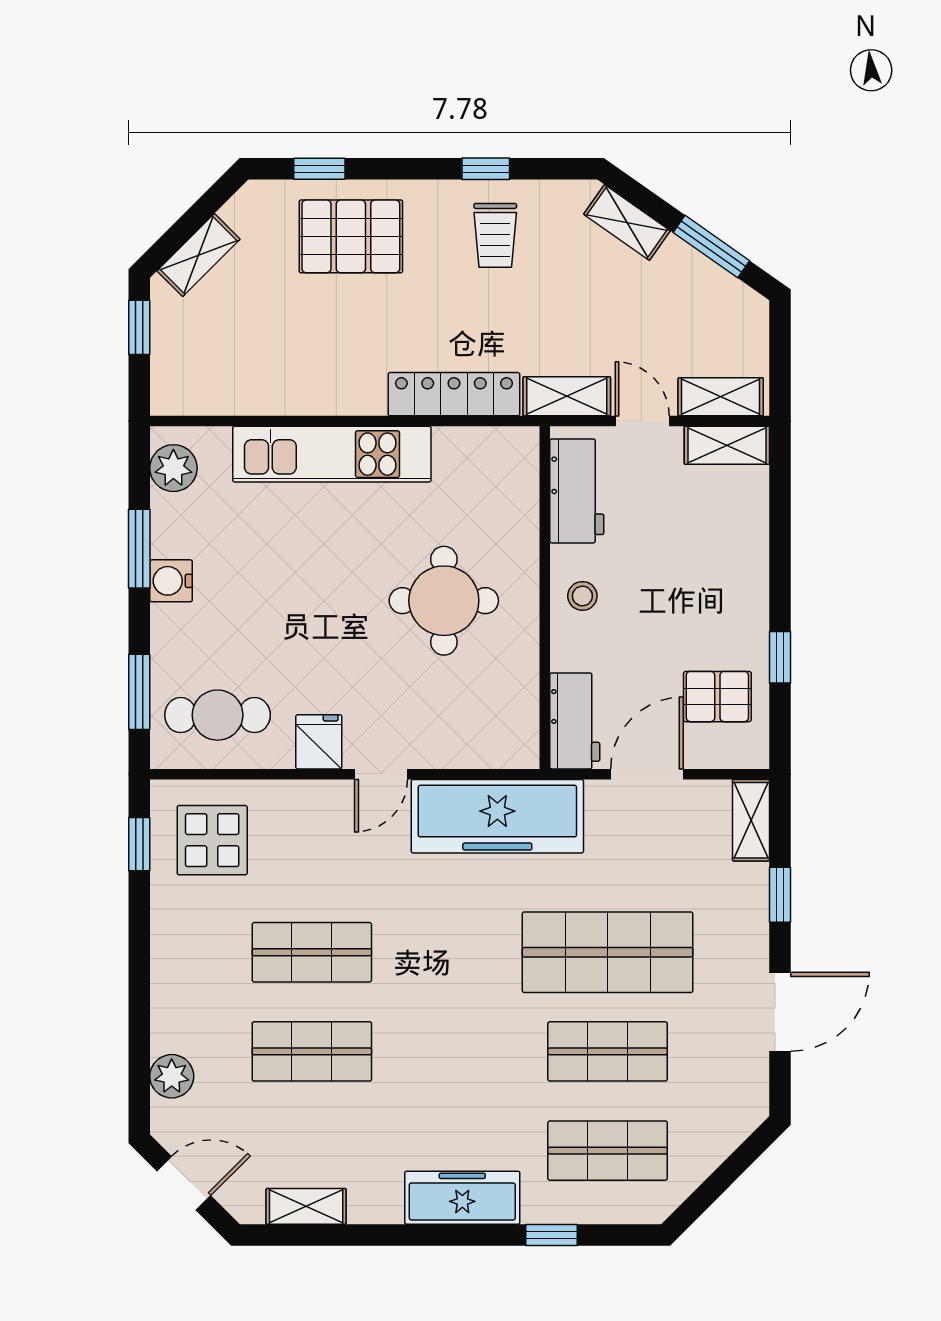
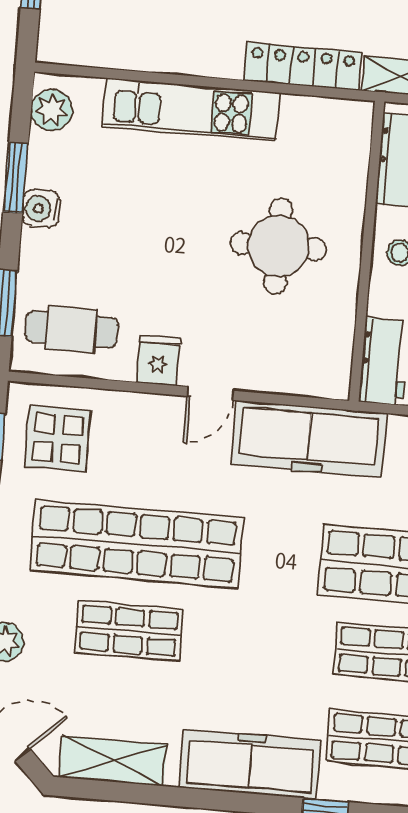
shop shelf: (312, 952) -> (136, 544), width x2.00, depth x1.36
freezer: (462, 1198) -> (250, 764), width x1.36, depth x1.26
shelving: (306, 1206) -> (113, 761), width x1.50, depth x1.33

